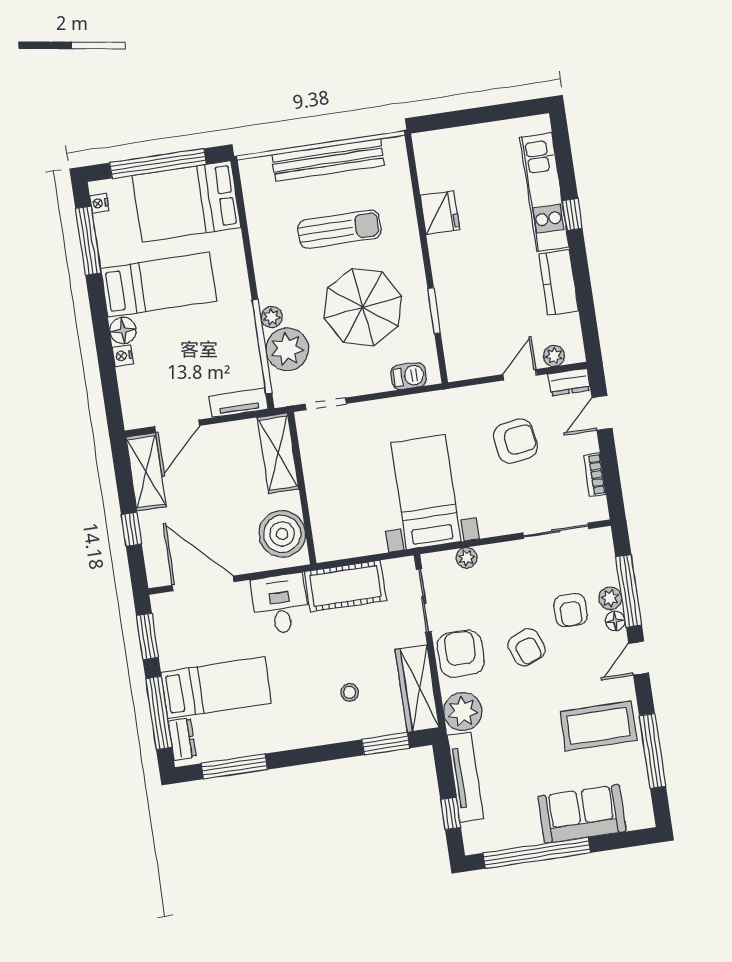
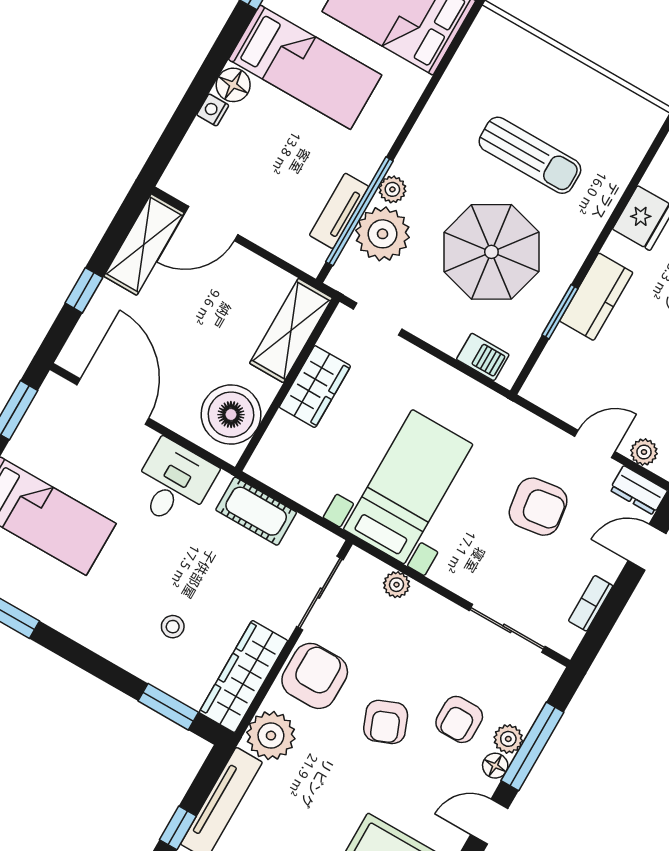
bench: (328, 160) -> (573, 77), removed
kitchen counter: (449, 284) -> (596, 297), added
tv unit: (239, 403) -> (339, 211), moved, turned -90
wardrobe: (320, 476) -> (315, 387), added
cot: (345, 586) -> (256, 511), width x0.73, depth x0.75

